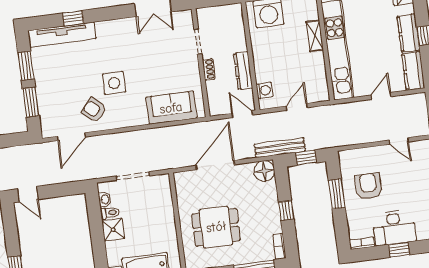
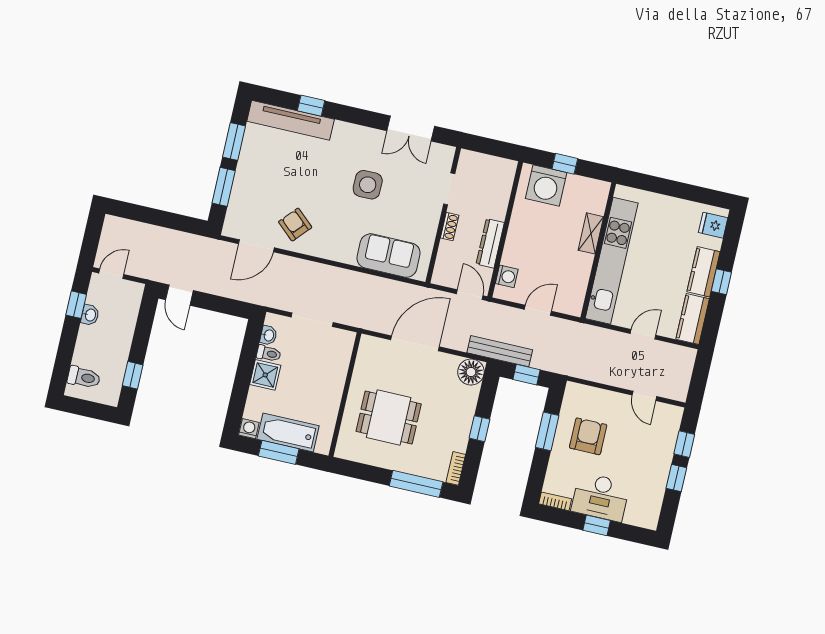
side table: (114, 83) -> (368, 185), moved

